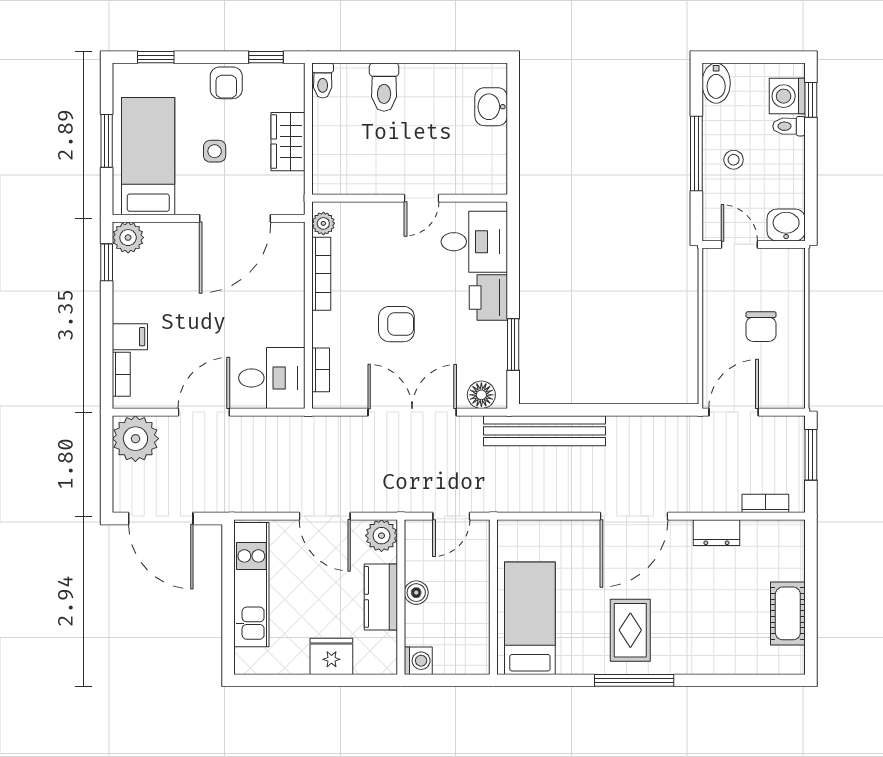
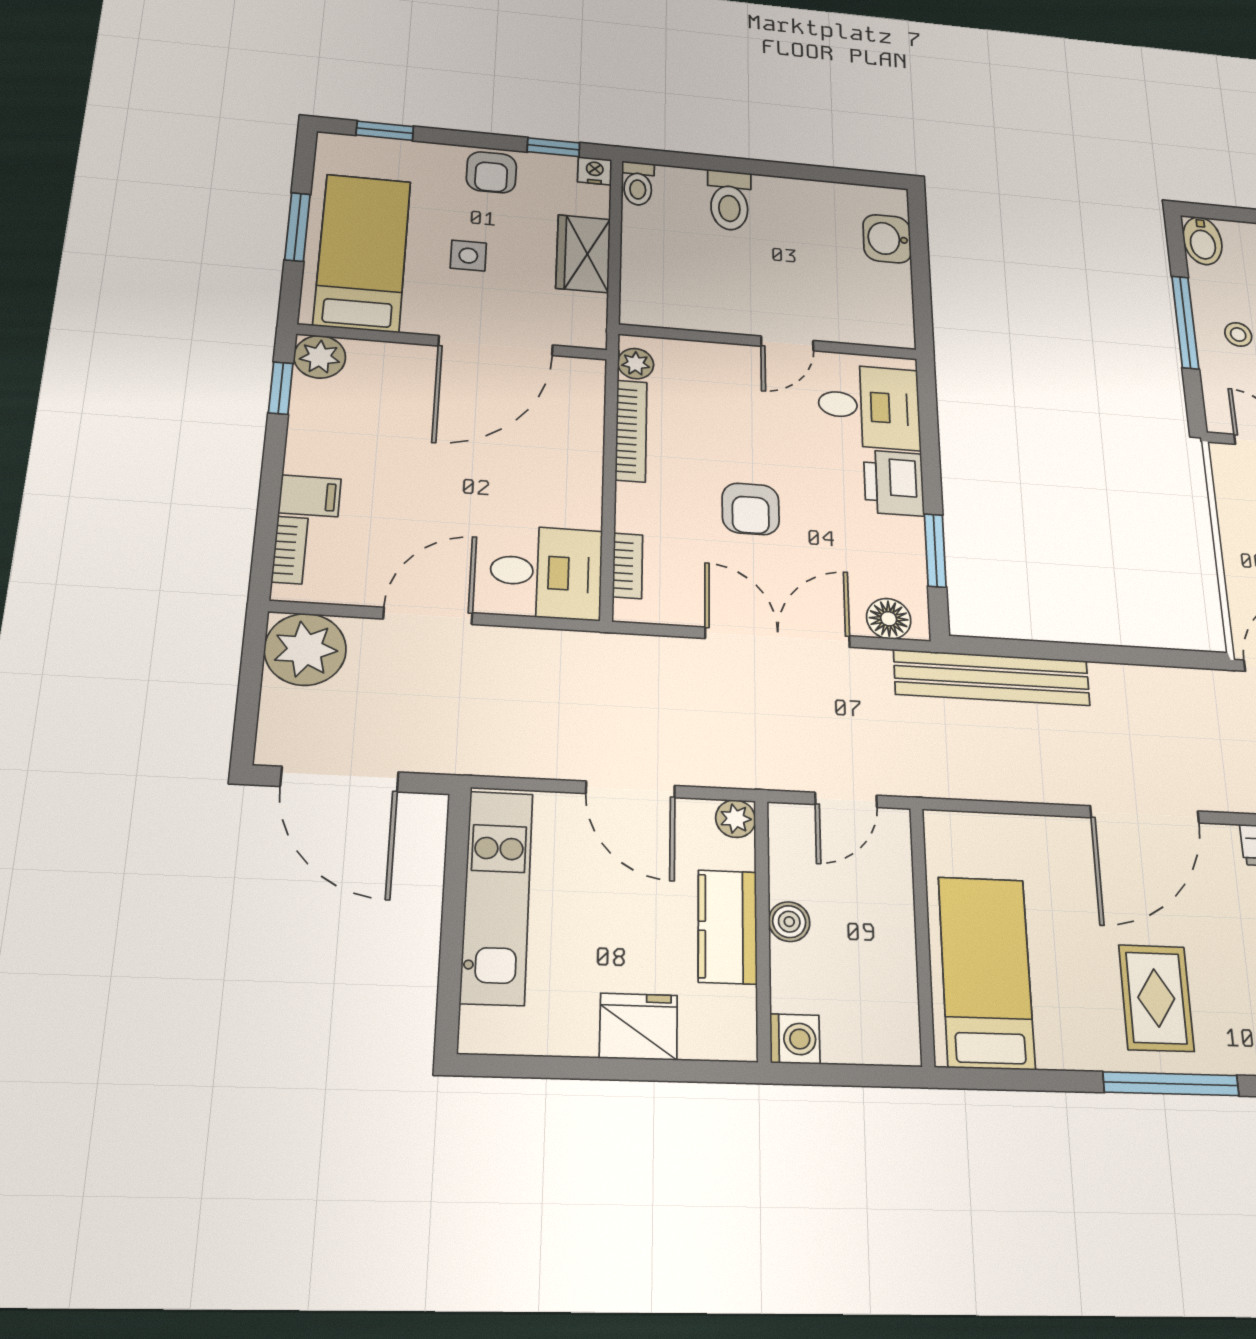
nightstand: (294, 73) -> (595, 171), added
armchair: (396, 324) -> (751, 509), turned 90
plant: (381, 536) -> (736, 819), width x0.73, depth x0.73

